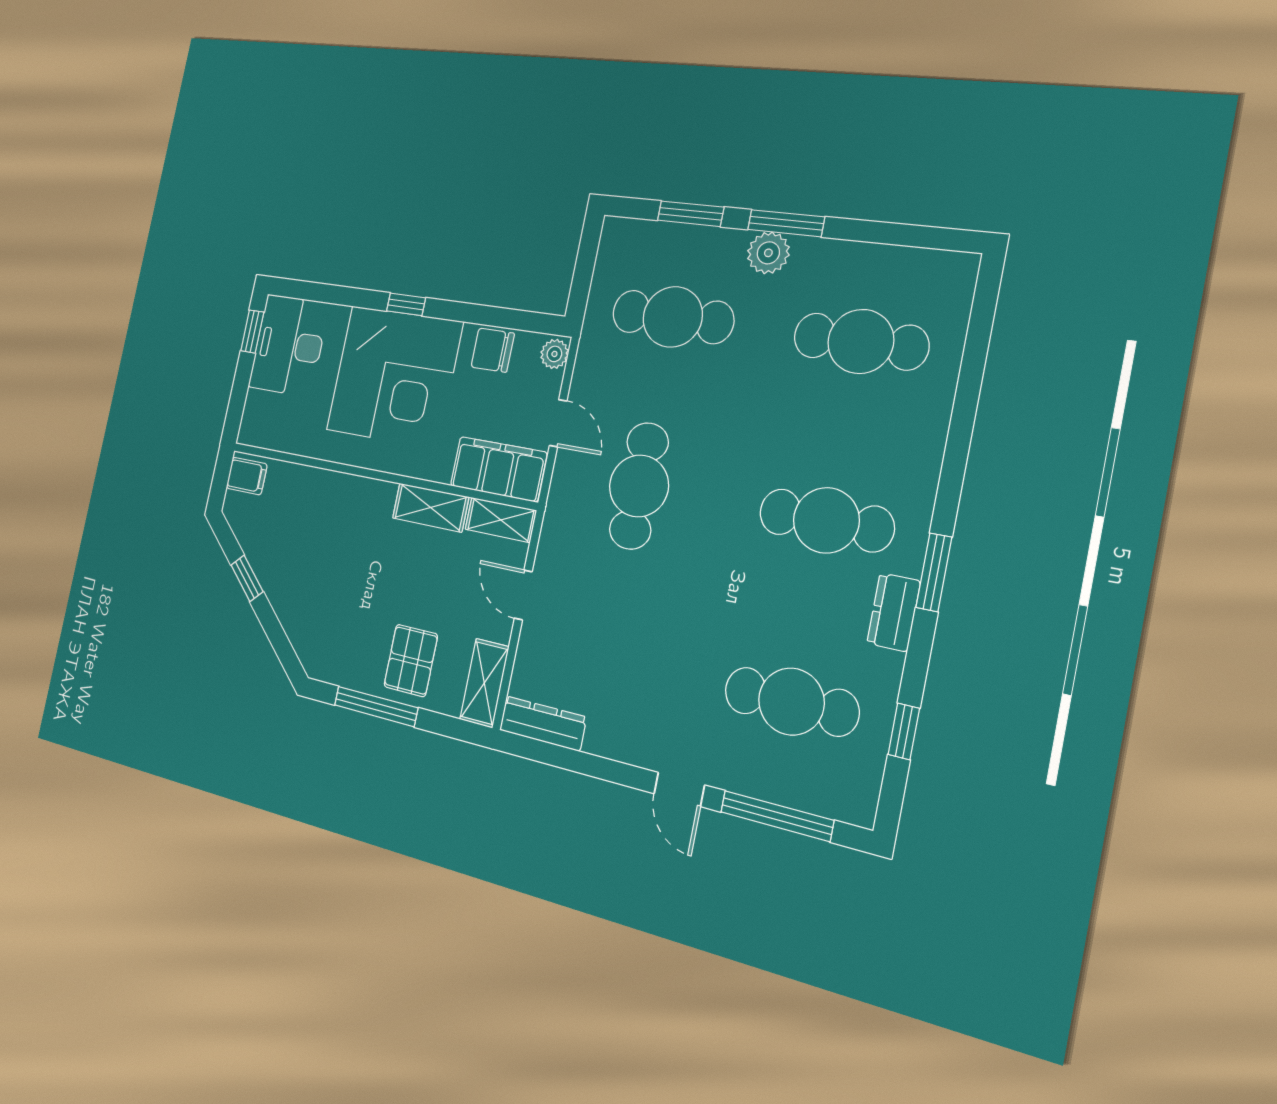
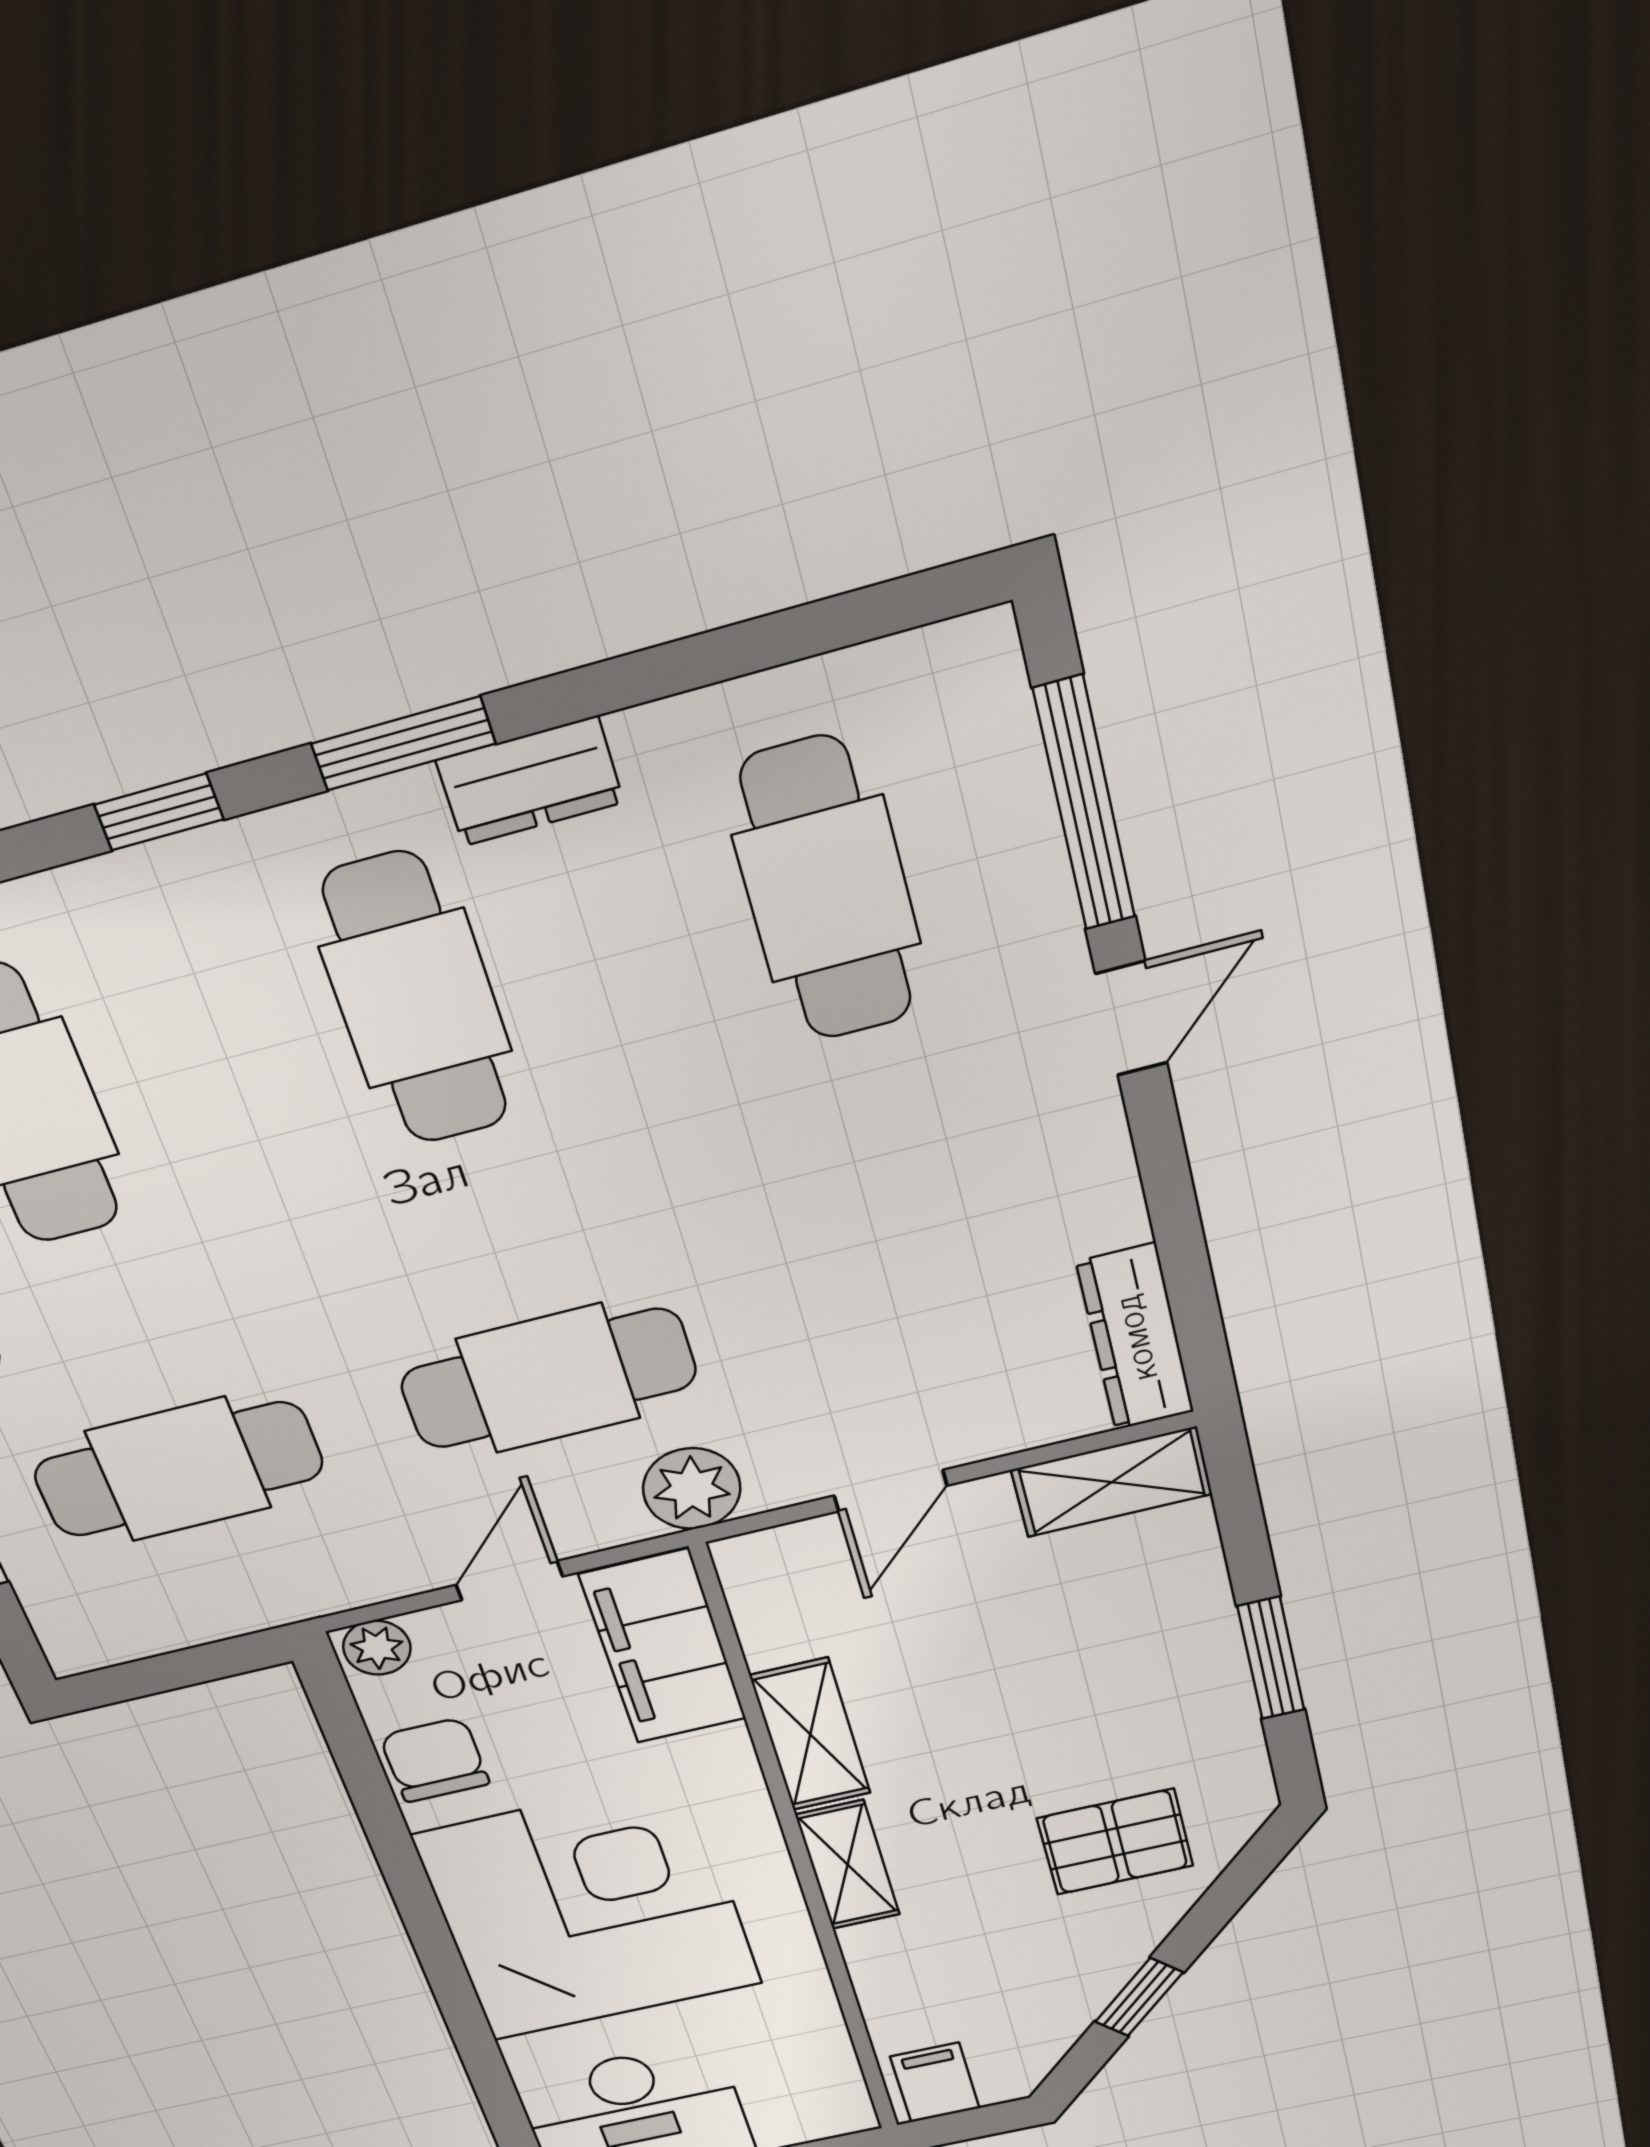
window: (406, 304) -> (436, 1949), removed
cafe table: (673, 317) -> (178, 1469), turned 90
chair: (493, 350) -> (435, 1760), turned 180
plant: (563, 517) -> (692, 1489), added
shelving: (501, 520) -> (848, 1865), moved
pallet: (411, 660) -> (1115, 1842), moved
window: (376, 706) -> (1271, 1658), width x0.69
window: (904, 731) -> (159, 812), moved

